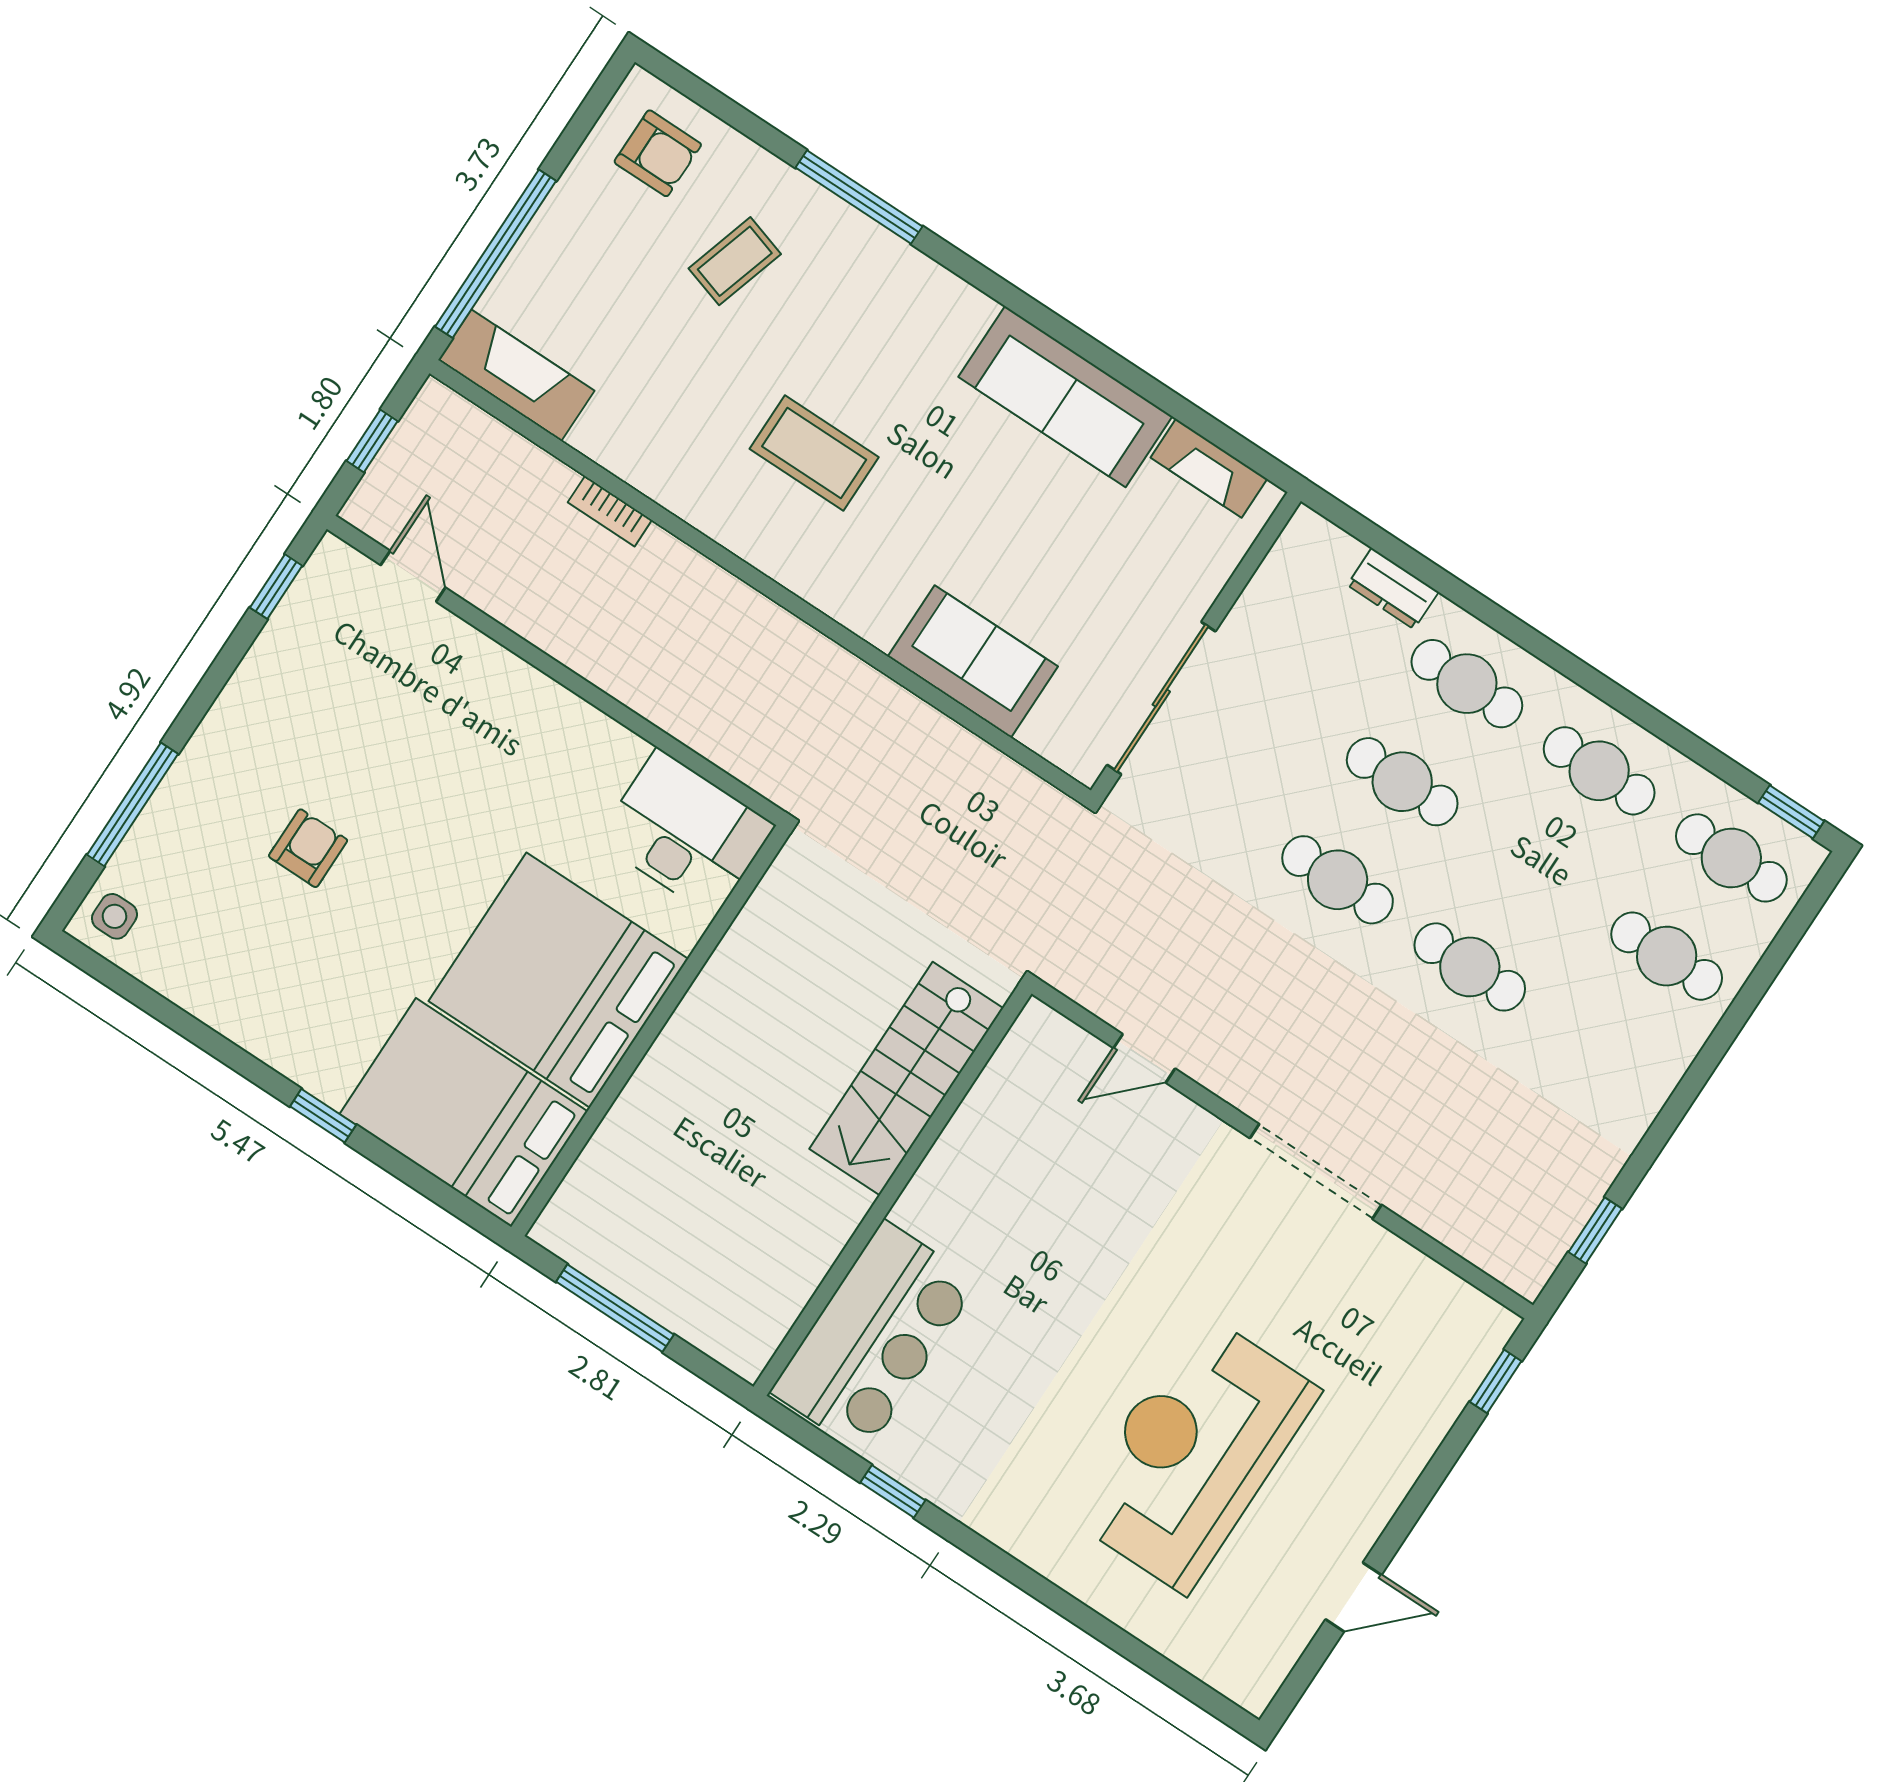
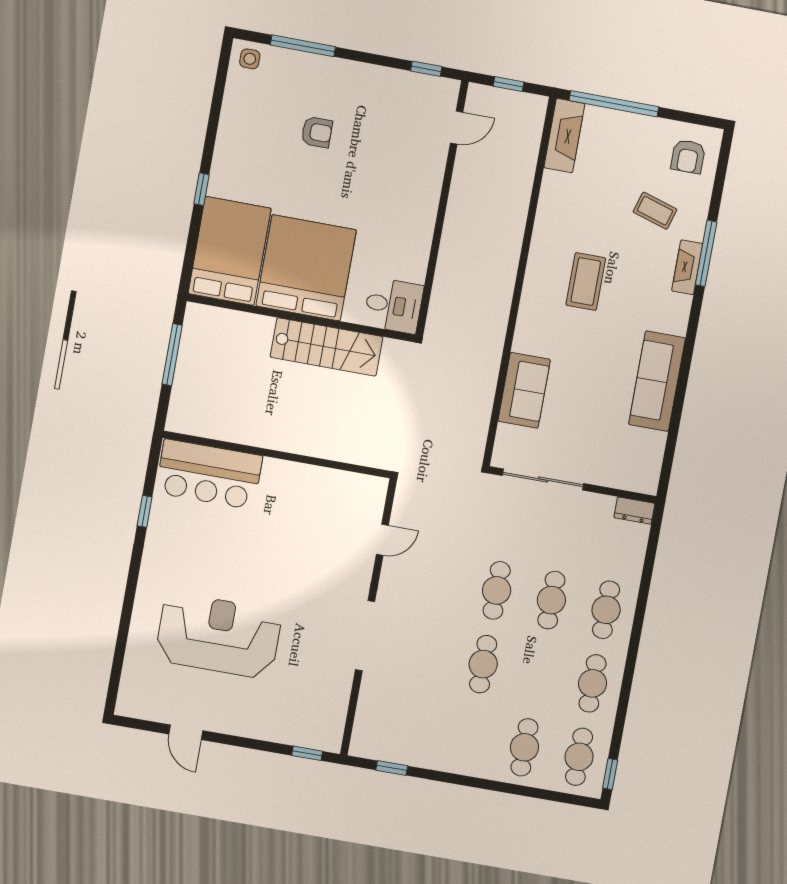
fireplace: (1209, 468) -> (687, 267), moved
bookcase: (610, 511) -> (522, 202), removed
dresser: (1393, 589) -> (634, 511), moved, turned -90
desk: (686, 833) -> (393, 305), width x0.73
door: (1144, 1058) -> (382, 540), swing flipped
stairs: (906, 1078) -> (327, 347), moved, turned 180

